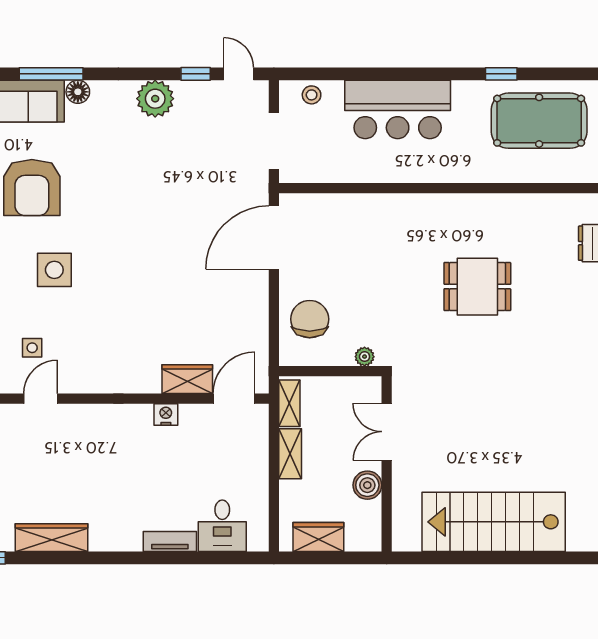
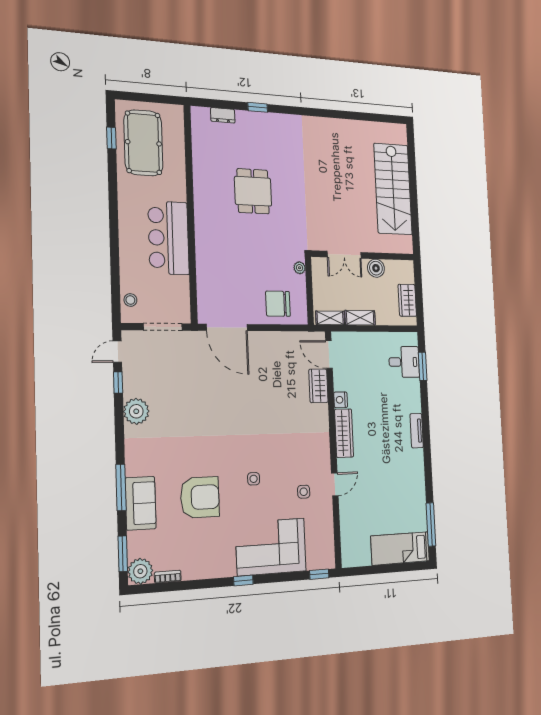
window: (501, 74) -> (111, 138), moved
floor lamp: (78, 92) -> (133, 467), removed
bar counter: (398, 109) -> (169, 238), moved, turned 180
side table: (54, 270) -> (254, 479), width x0.54, depth x0.54
door: (41, 399) -> (335, 484), swing flipped
wardrobe: (52, 538) -> (344, 433), moved, turned 180
tv unit: (170, 542) -> (417, 431), moved
window: (215, 558) -> (423, 366), added

